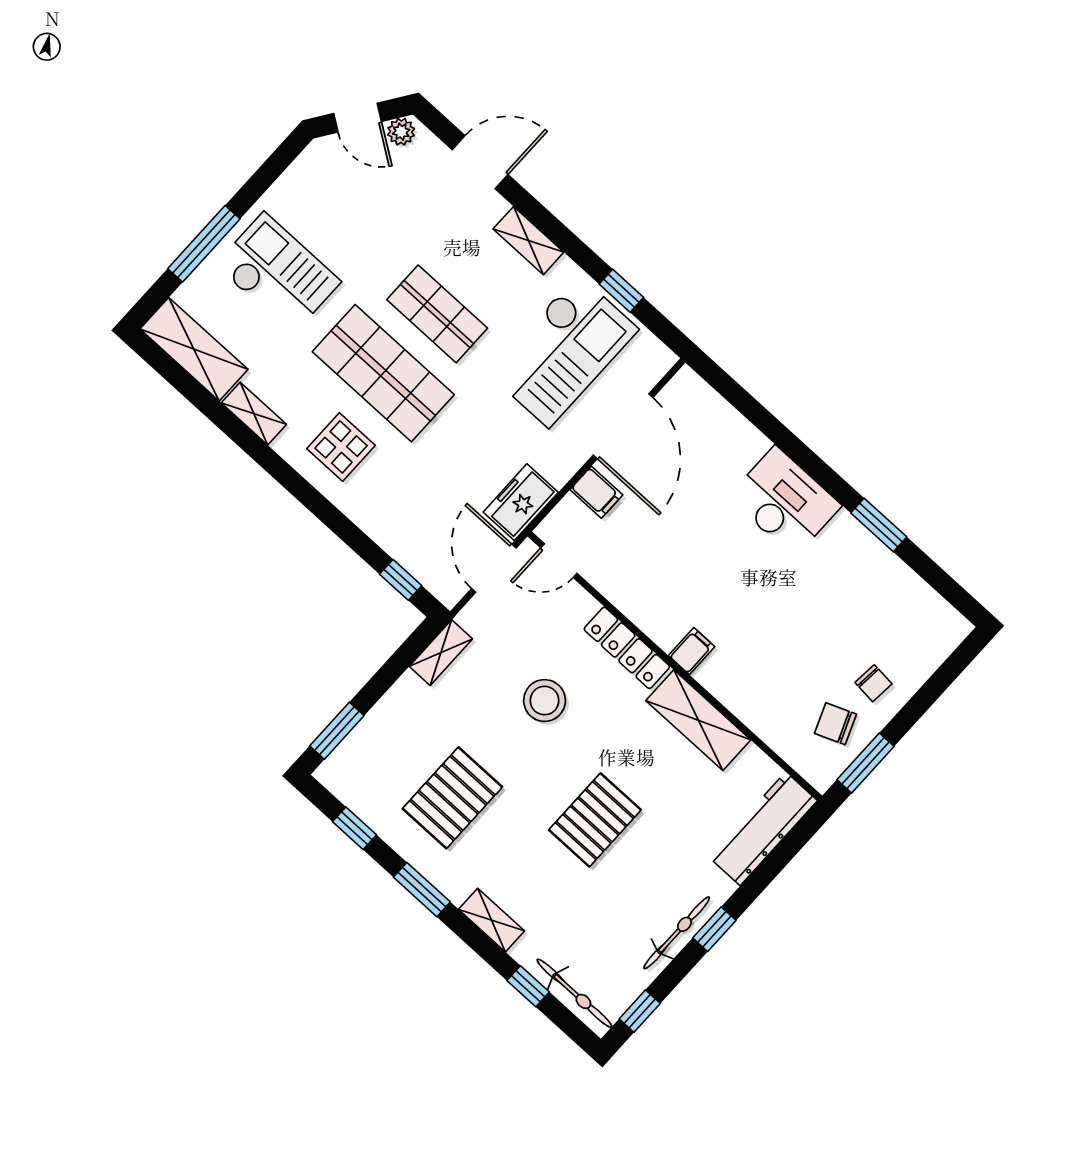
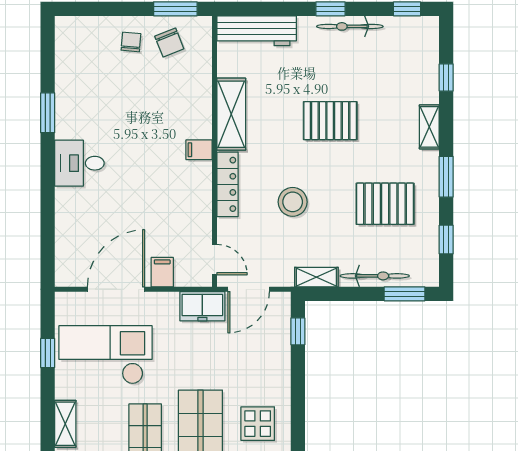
desk: (785, 501) -> (79, 163), width x0.73
bicycle: (574, 993) -> (375, 276), moved, turned 90

